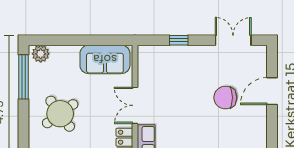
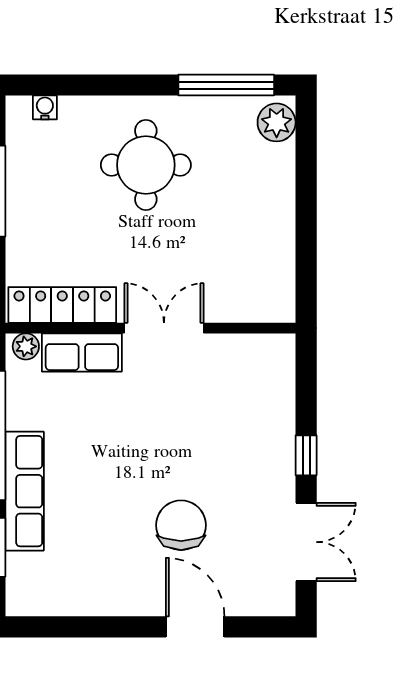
window: (179, 40) -> (306, 455), moved
sofa: (105, 59) -> (264, 263), removed
round table: (60, 114) -> (146, 165), turned 36

